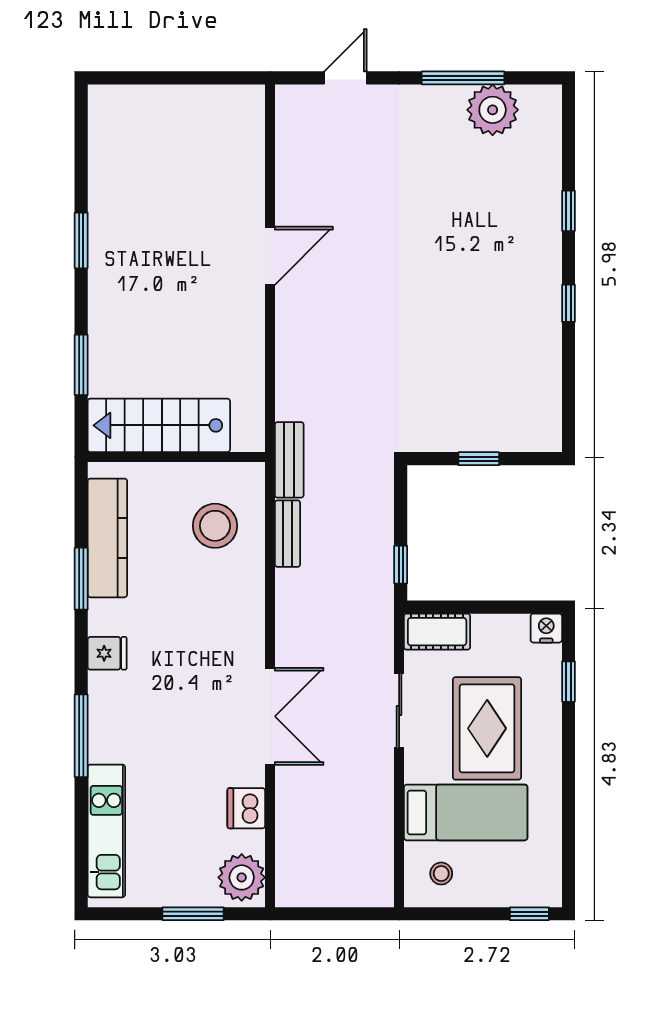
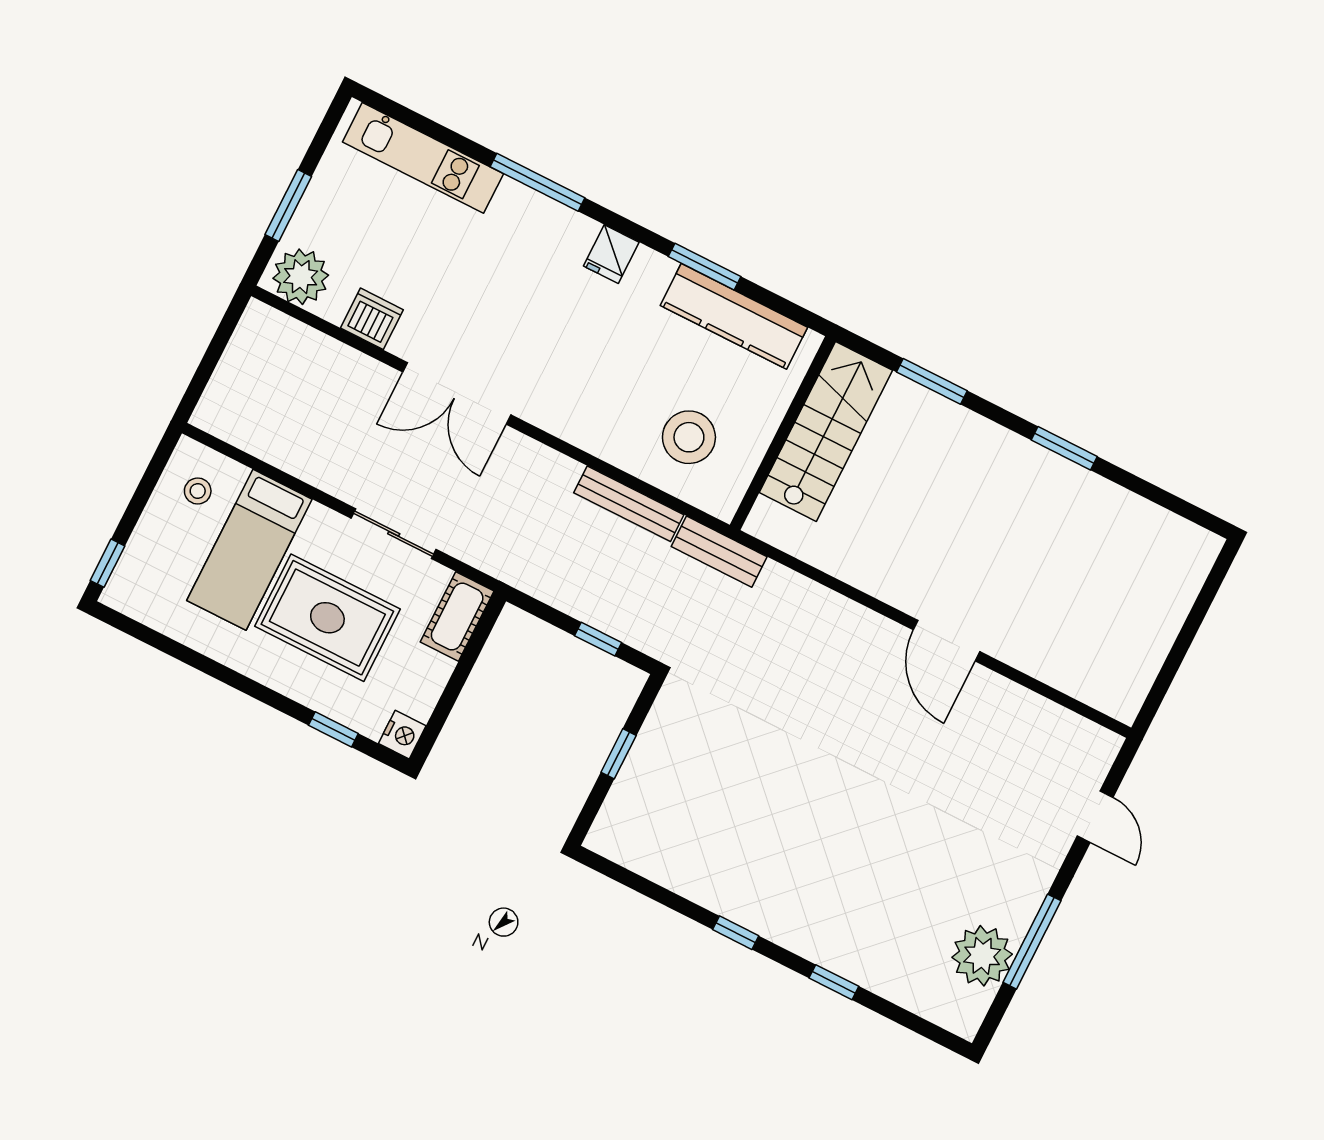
bench: (288, 534) -> (629, 504), width x1.36
window: (401, 565) -> (598, 639), moved

